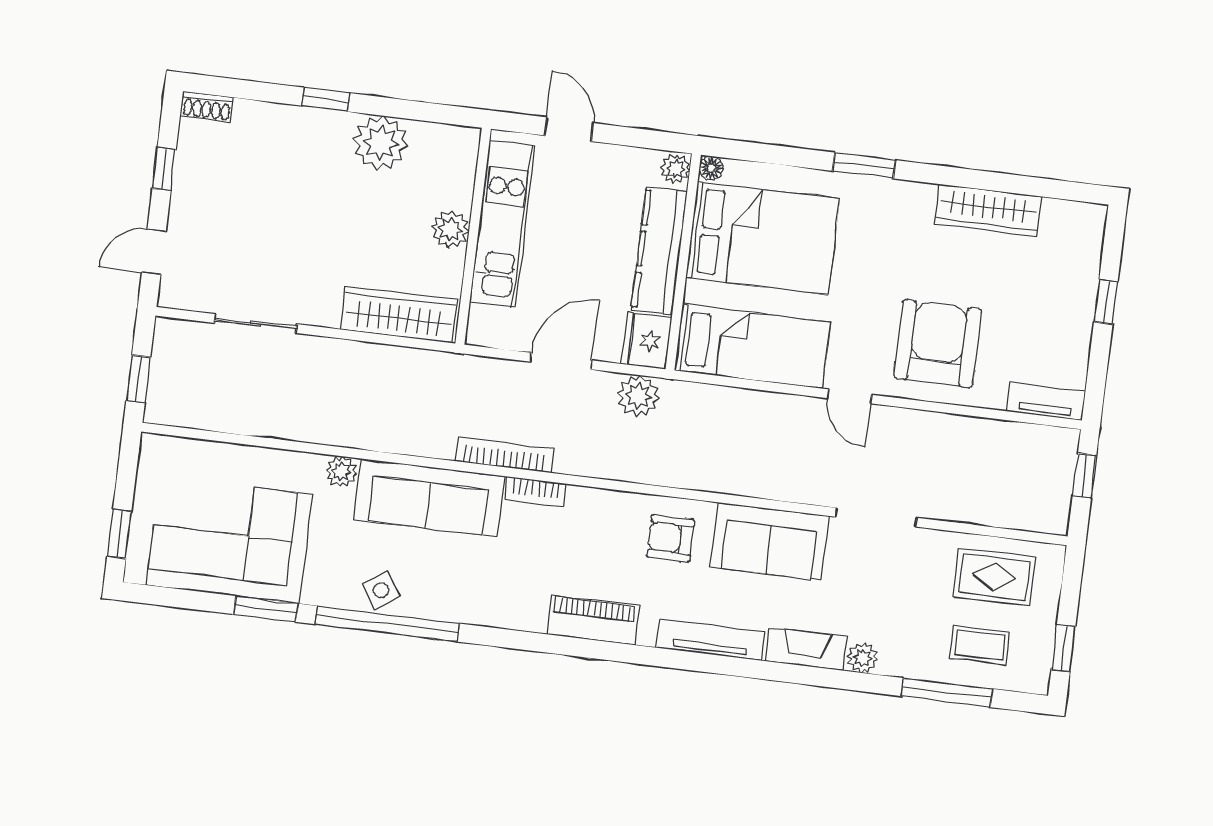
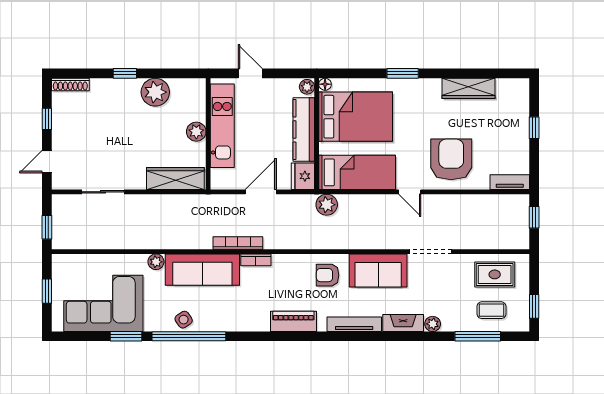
shoe rack: (207, 107) -> (70, 84), width x1.43
plant: (638, 396) -> (327, 205), moved
window: (119, 534) -> (47, 291), moved

